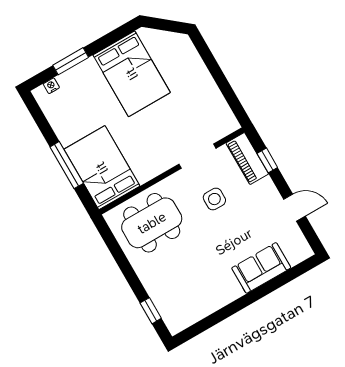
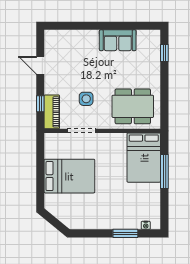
bed: (132, 74) -> (69, 176), moved, turned 90
sofa: (261, 268) -> (118, 40), moved

